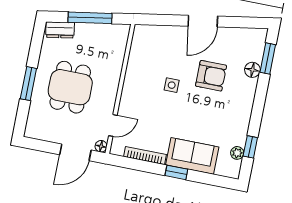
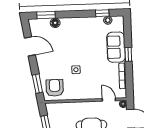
window: (164, 20) -> (37, 84), added
door: (203, 21) -> (30, 46), moved
armchair: (211, 76) -> (55, 88), moved

